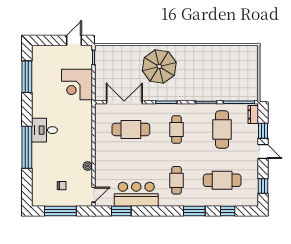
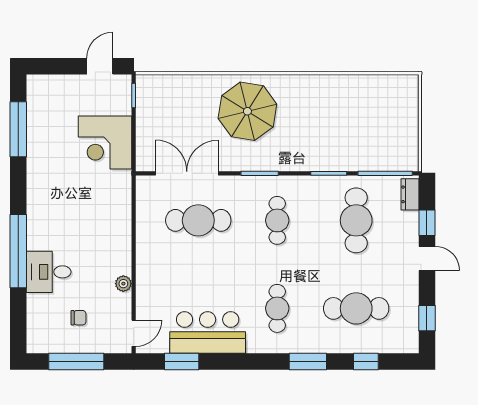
desk: (44, 130) -> (49, 272), moved

